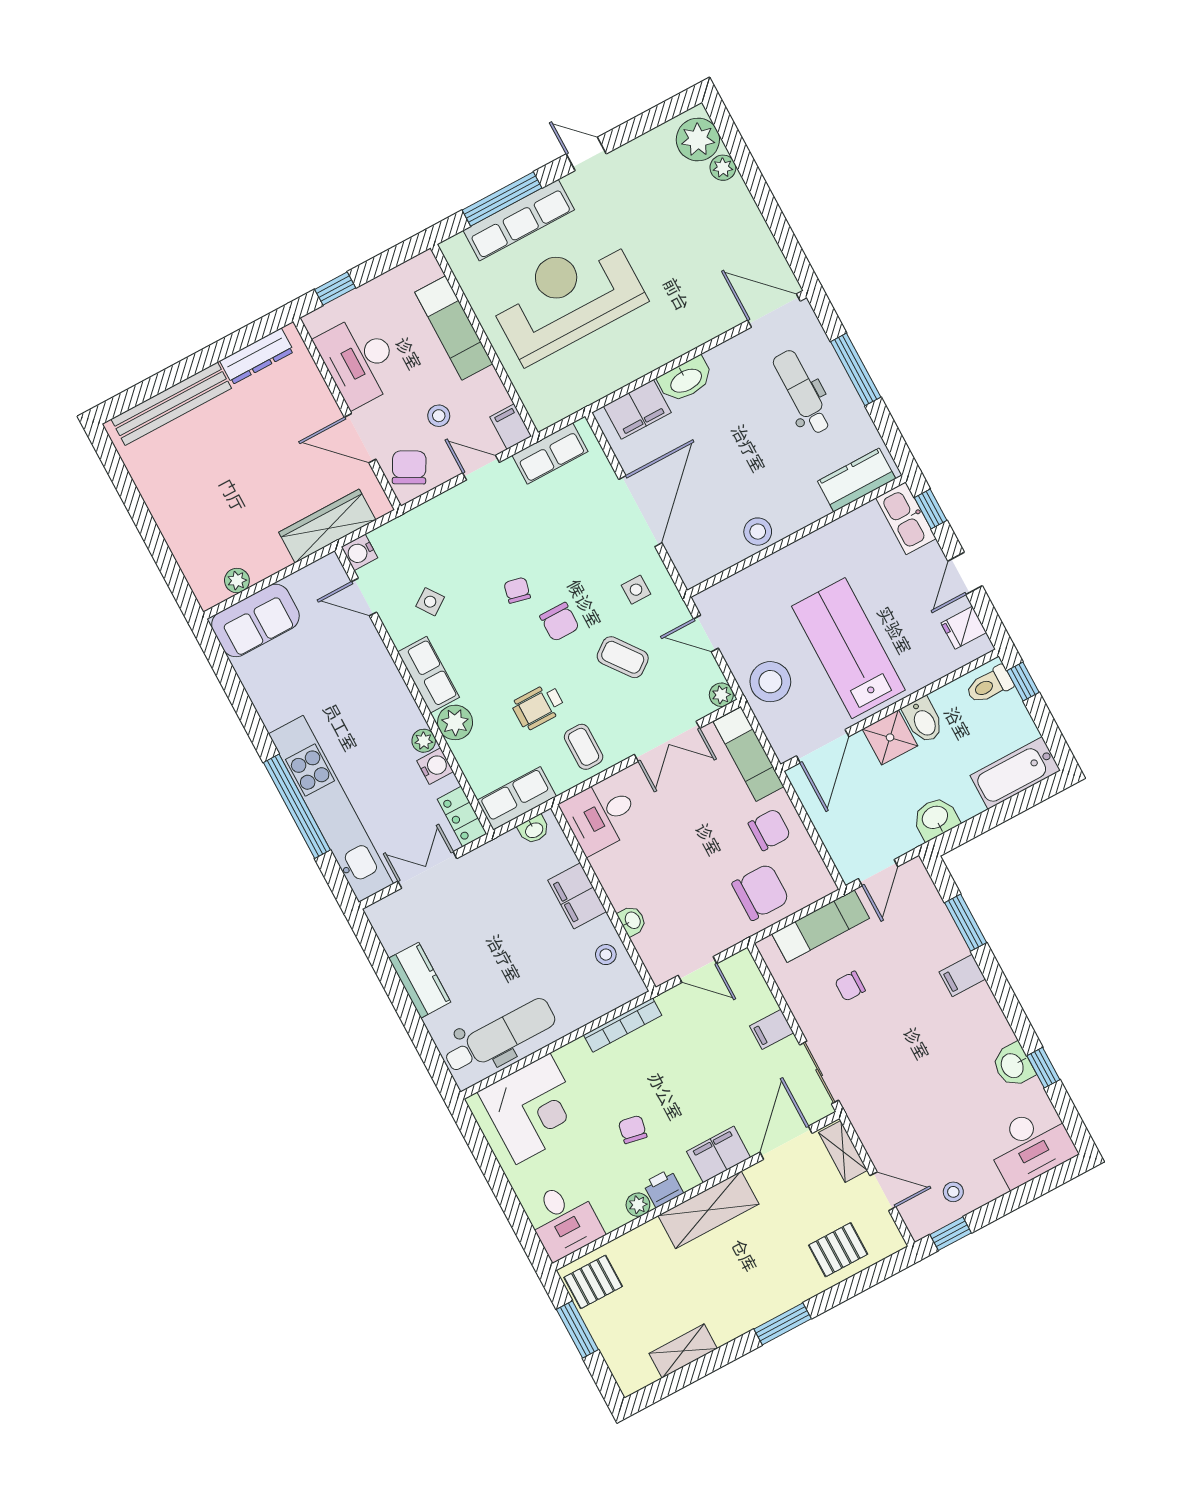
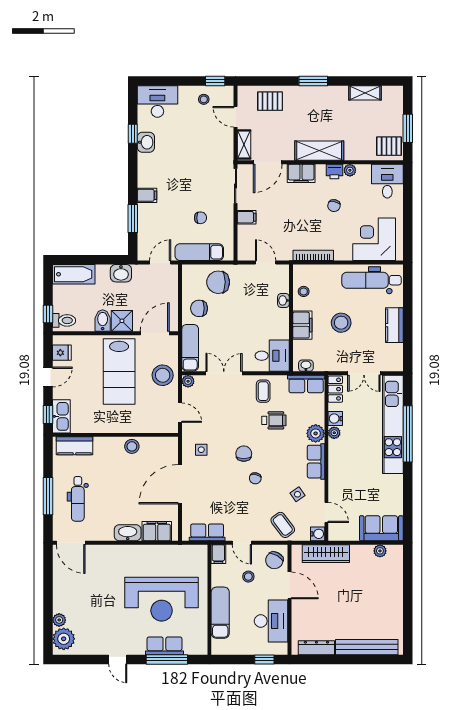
row of seats: (519, 220) -> (164, 646), width x0.68
coffee table: (623, 657) -> (283, 525), moved
stool: (513, 936) -> (341, 323), added

